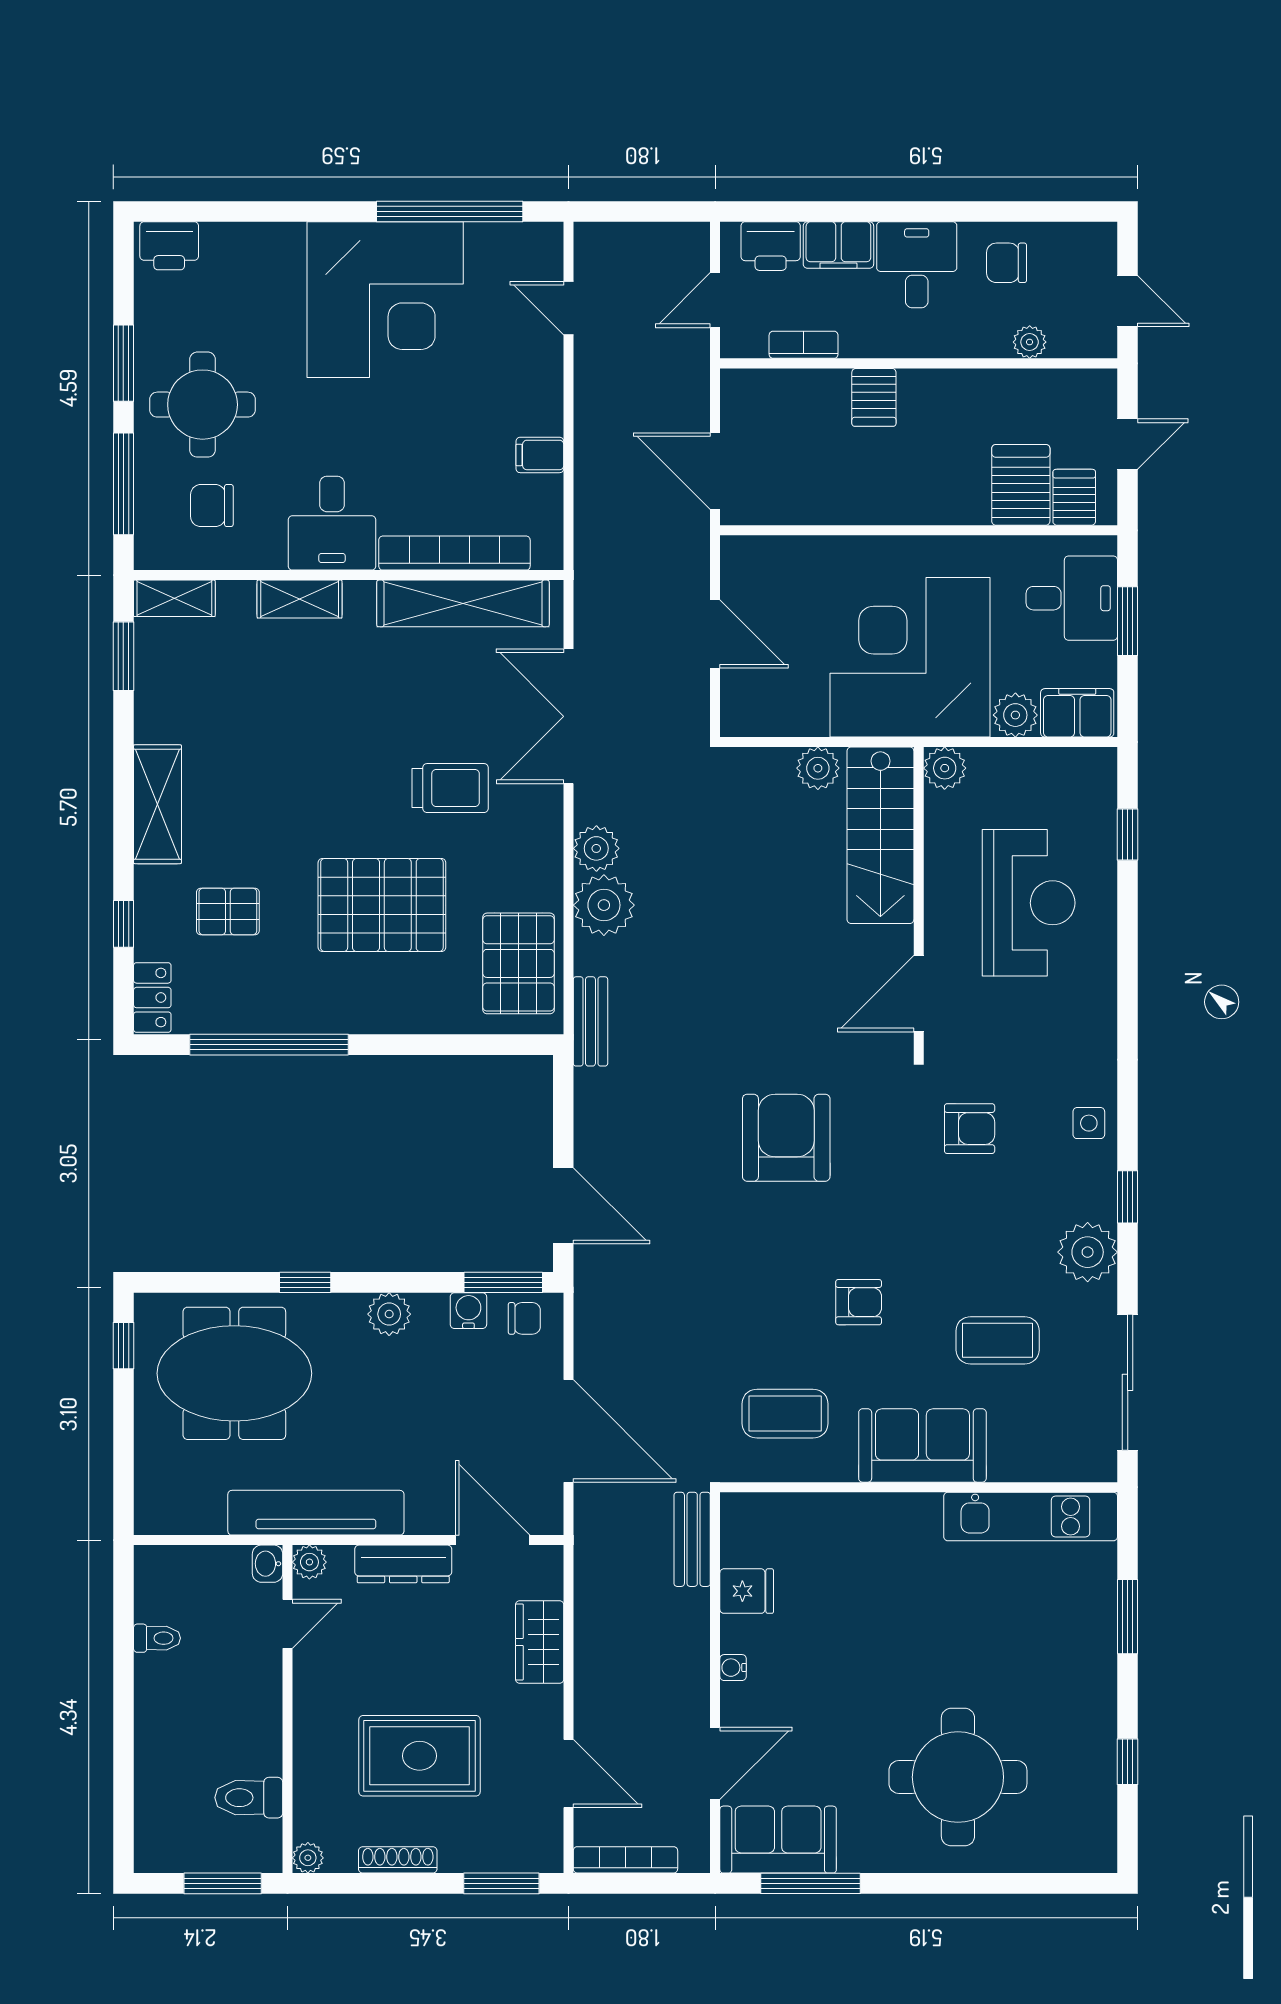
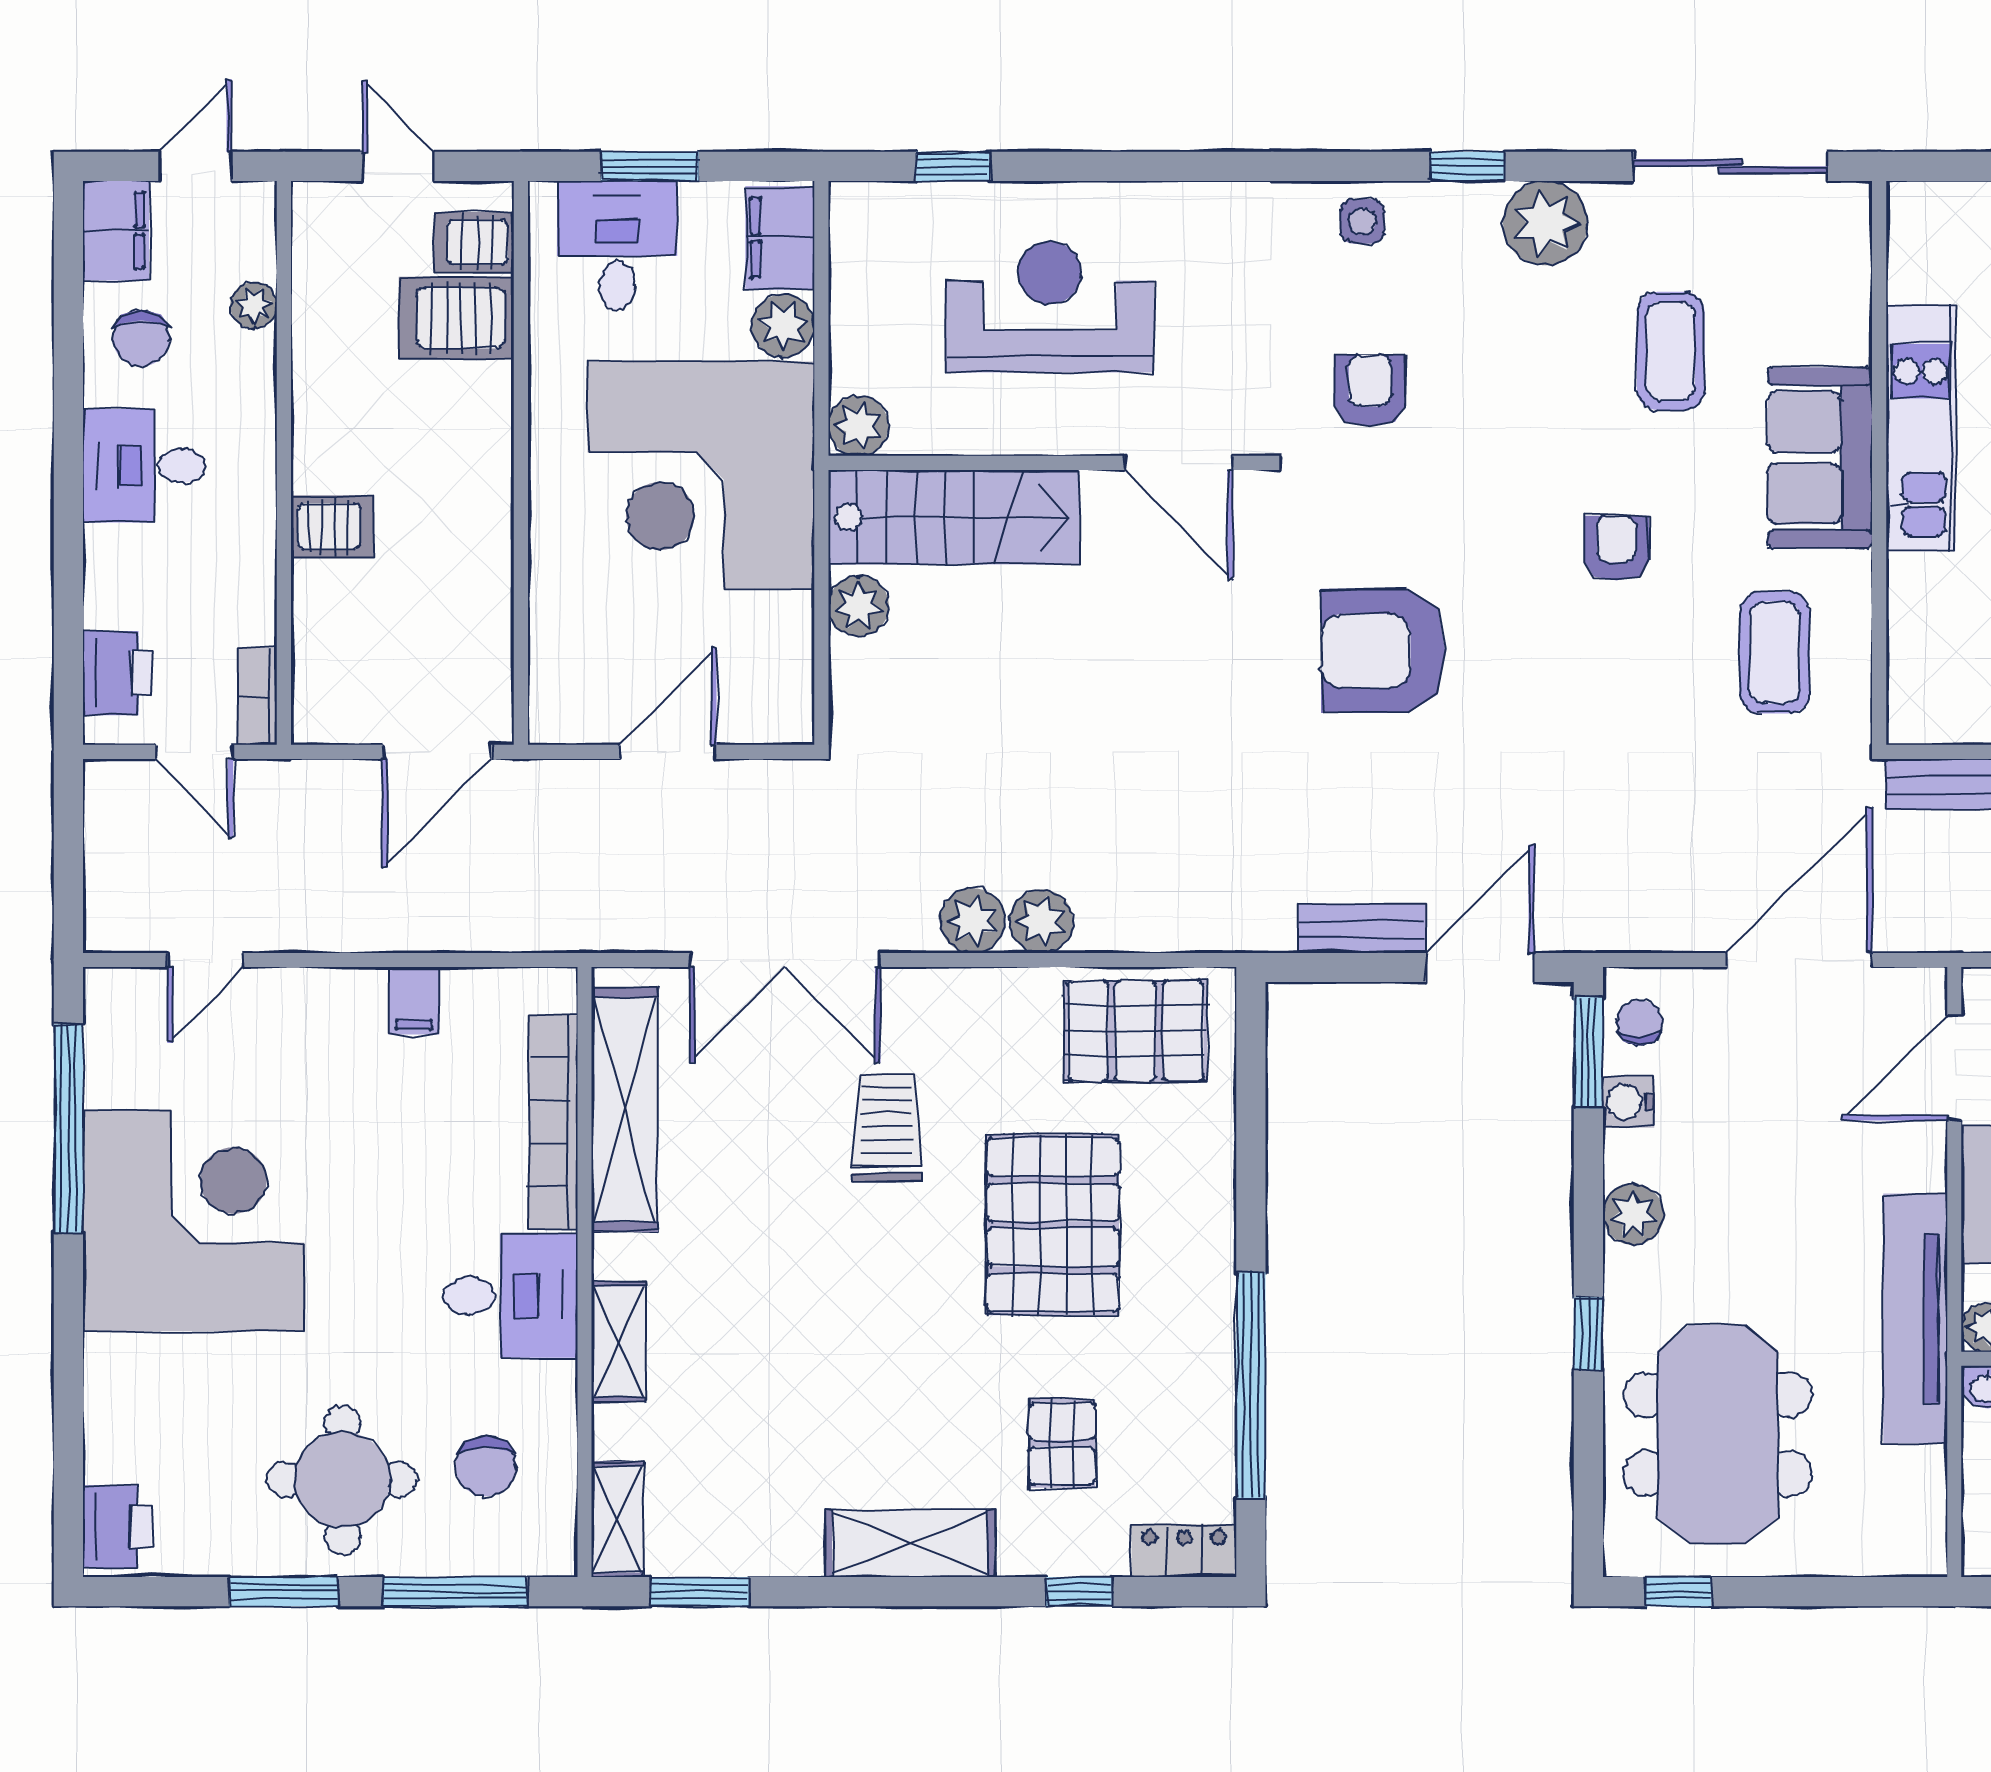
filing cabinet: (838, 245) -> (116, 231), moved
bookcase: (804, 345) -> (257, 696), moved
plant: (604, 905) -> (1041, 921), width x0.73, depth x0.73
bench: (590, 1021) -> (1362, 929), moved
kitchen unit: (1031, 1517) -> (1921, 428), moved

